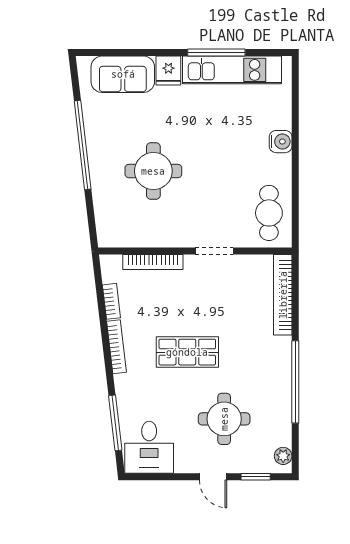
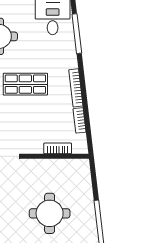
bookcase: (153, 262) -> (58, 148), width x0.64

